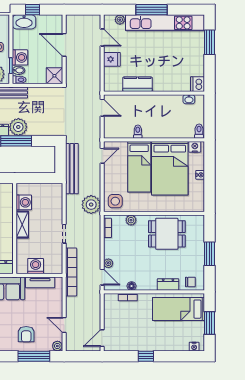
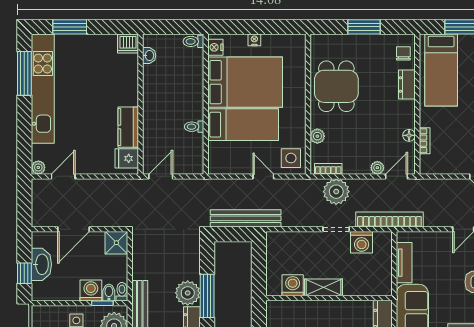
window: (152, 10) -> (24, 73), moved
plant: (120, 20) -> (38, 167), moved
washbasin: (24, 22) -> (41, 264), moved
fridge: (112, 59) -> (127, 158), moved, turned -90
door: (102, 156) -> (263, 176), moved
plant: (91, 205) -> (336, 192), moved
washing machine: (36, 266) -> (362, 242), moved, turned -90

